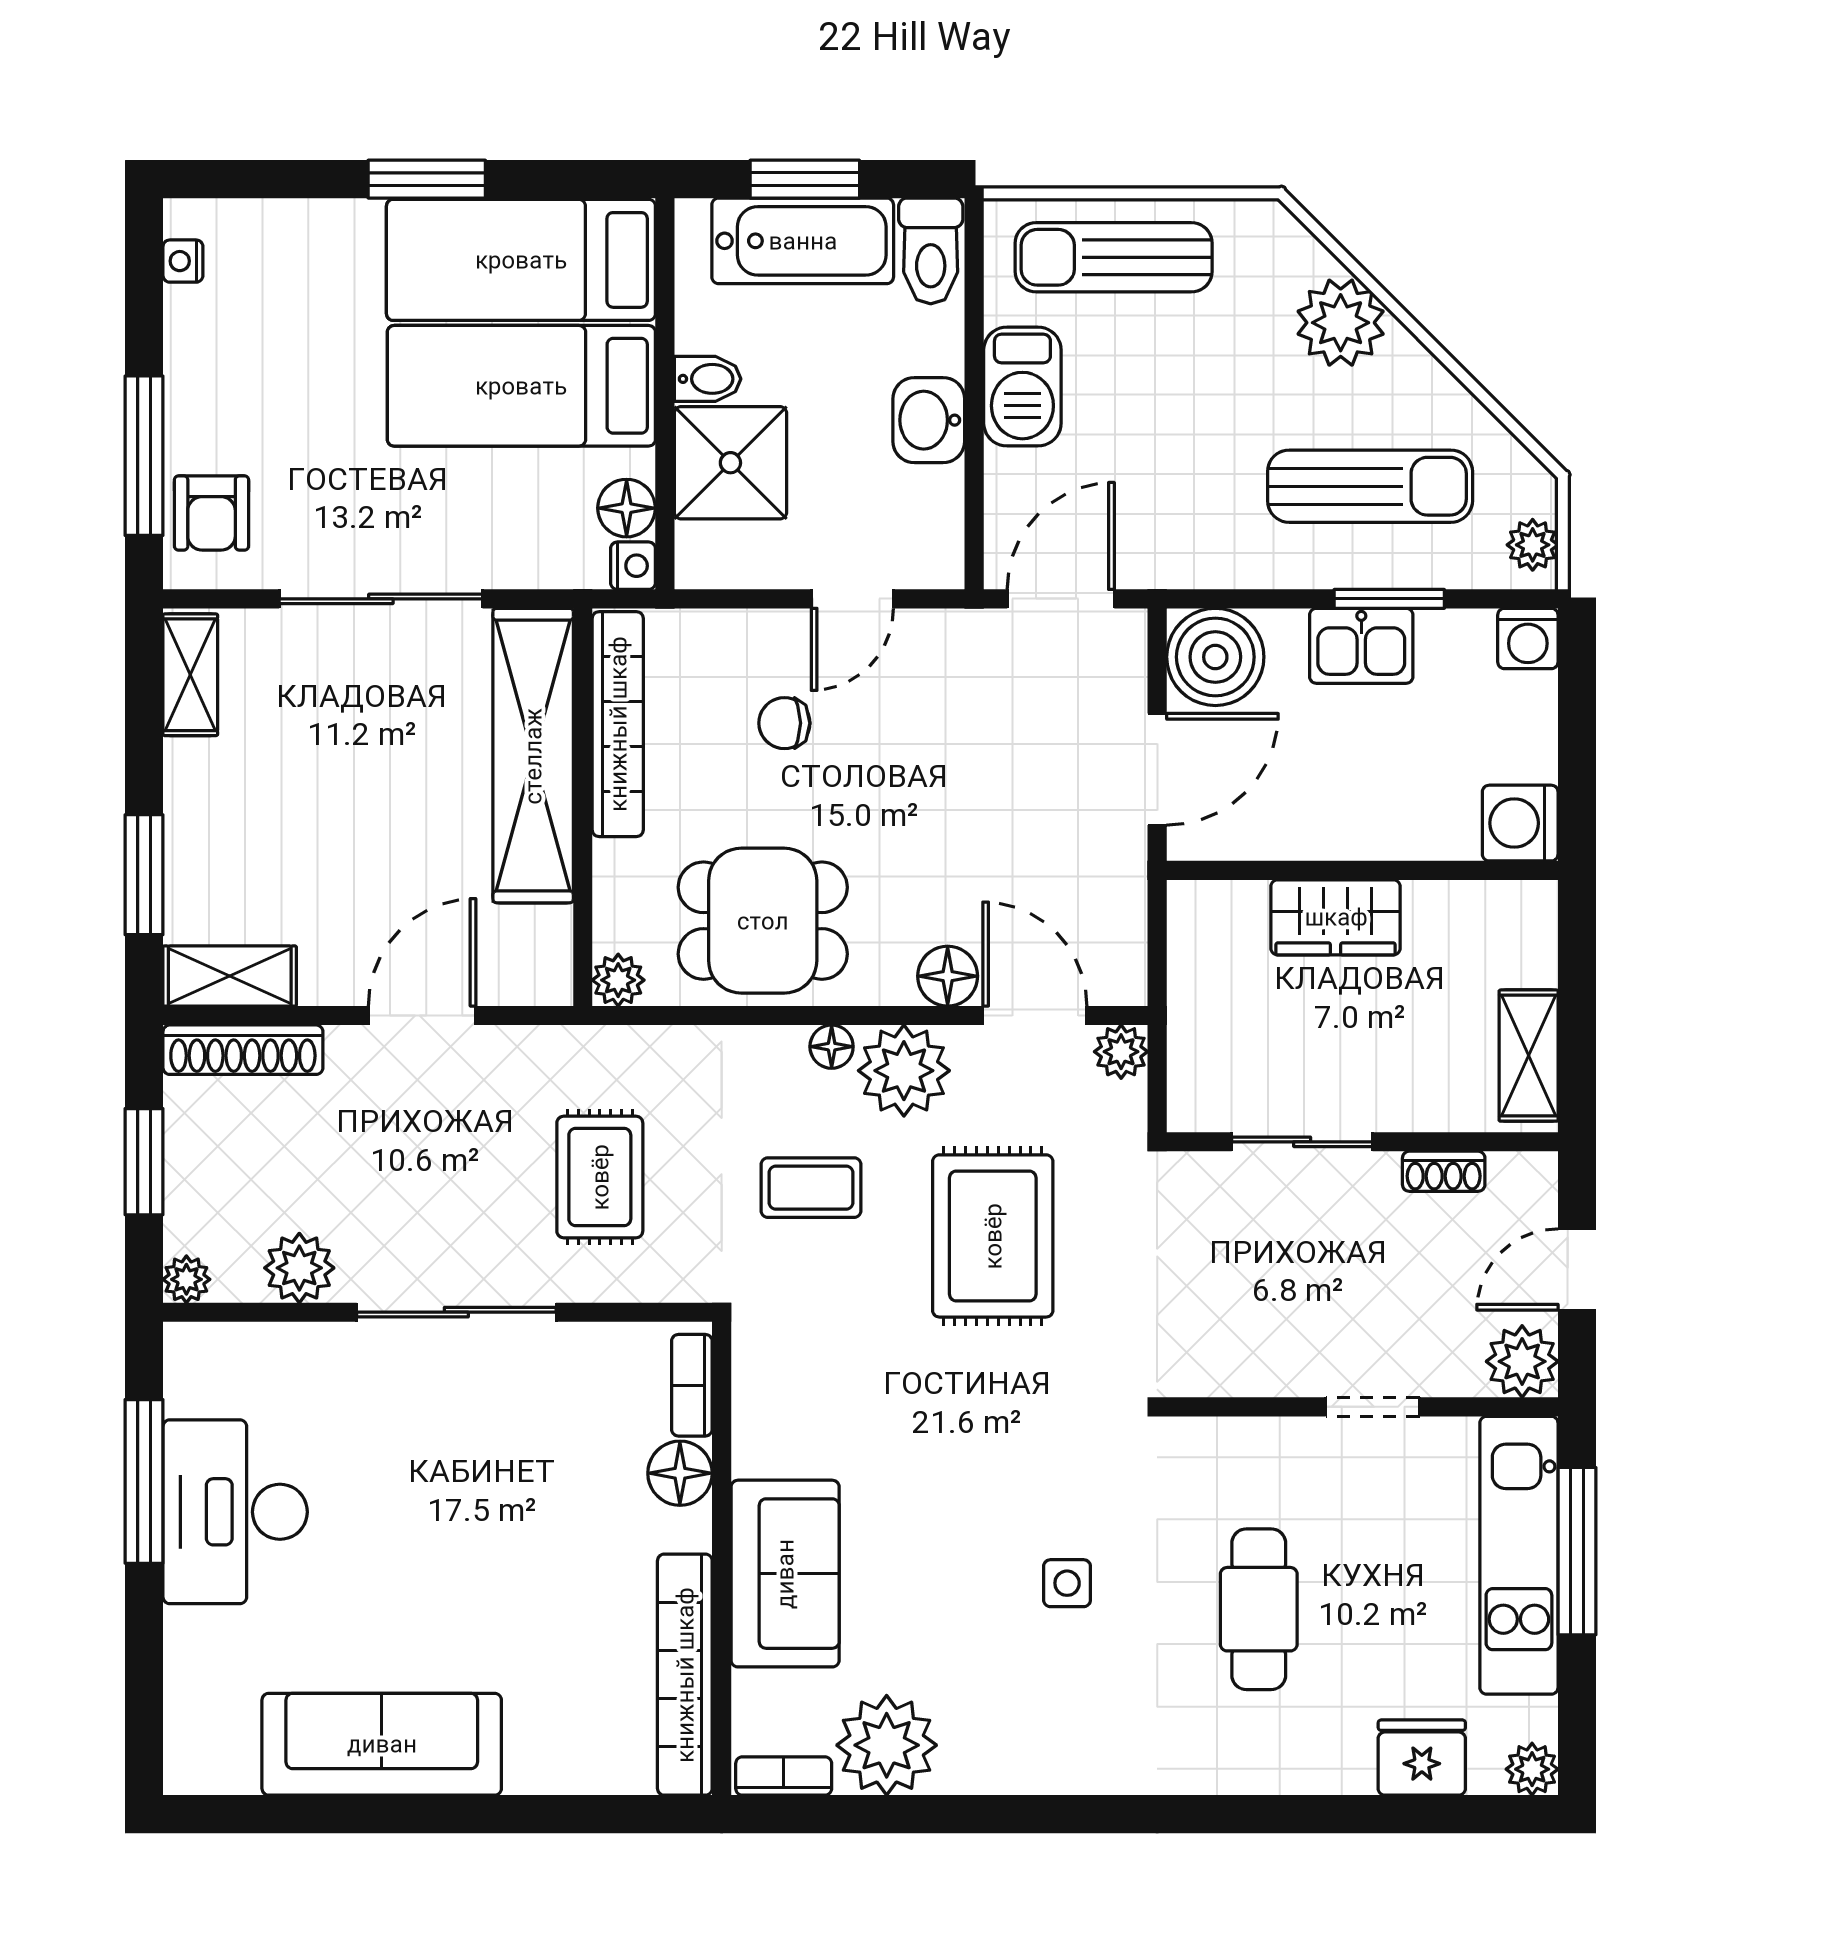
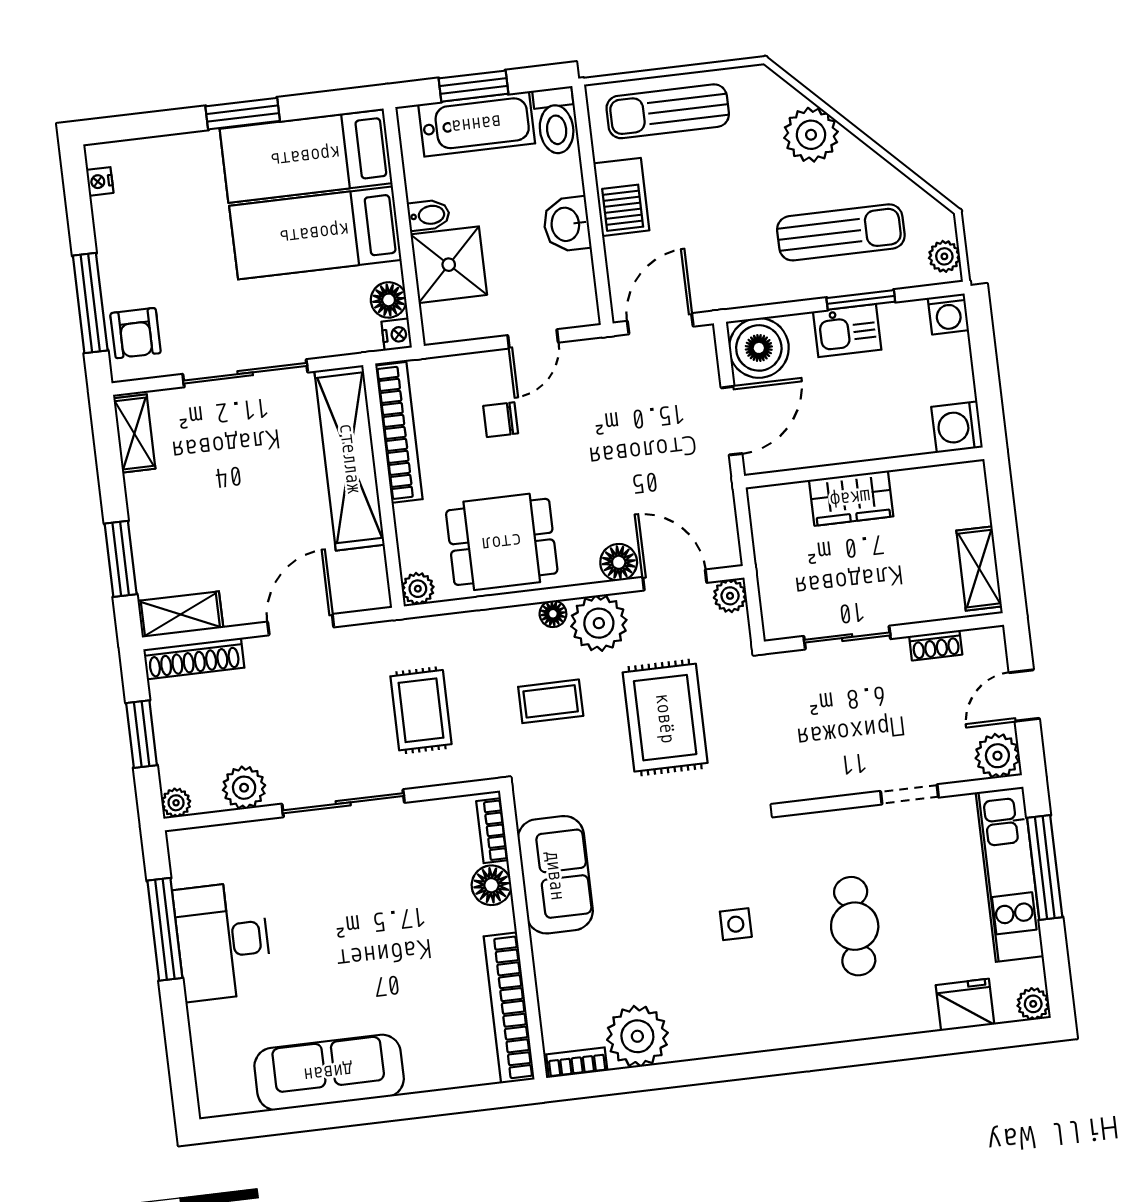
sofa: (785, 1574) -> (555, 875), moved

